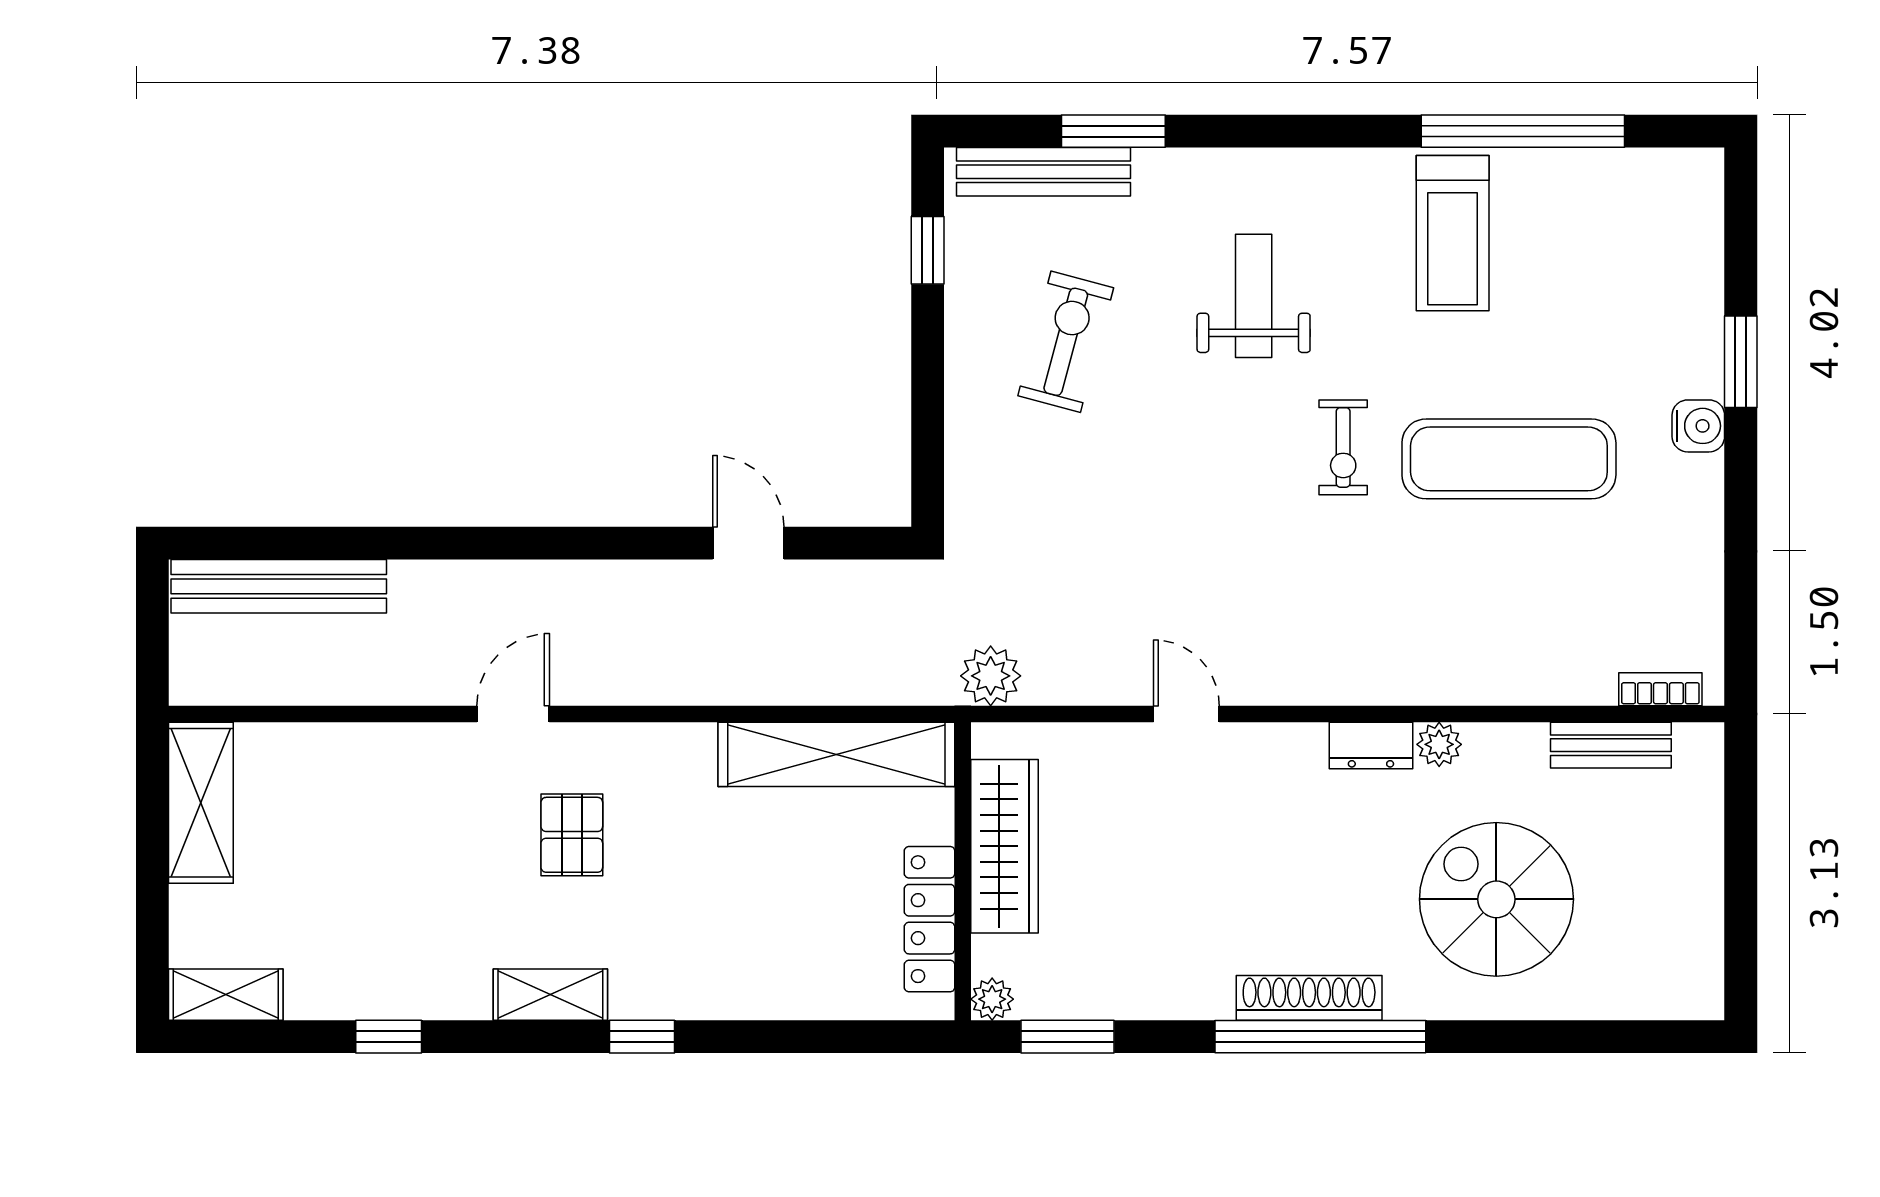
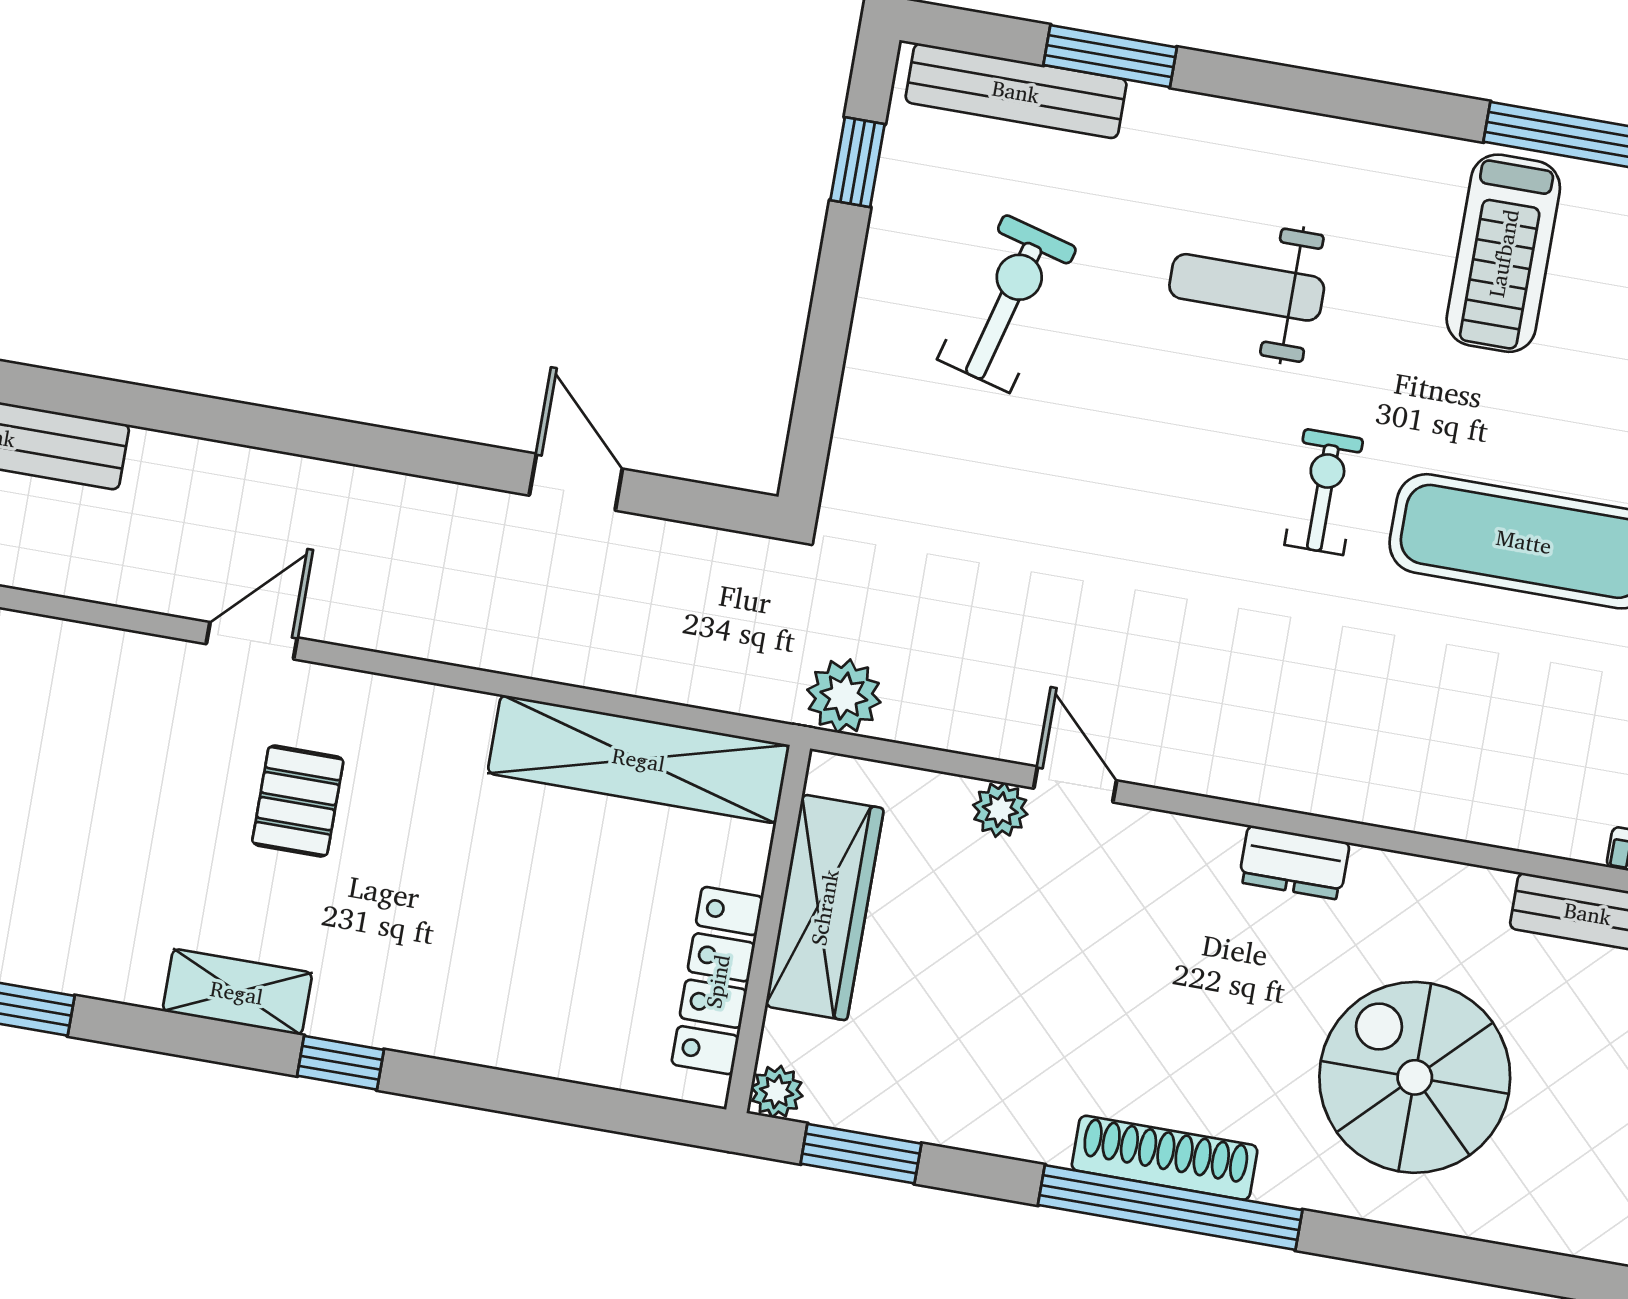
weight bench: (1254, 296) -> (1247, 287), turned -90
exercise bike: (1343, 447) -> (1324, 492), turned 180
plant: (1439, 744) -> (1000, 810), moved

